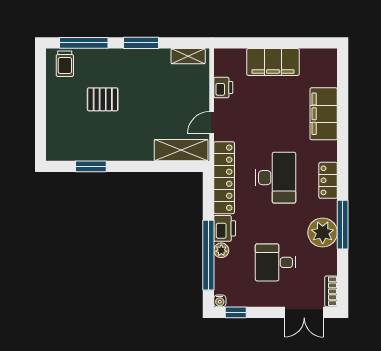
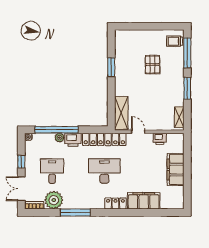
window: (91, 166) -> (111, 67), moved
desk: (276, 178) -> (104, 171), turned 180
locker: (328, 180) -> (115, 203), moved
plant: (323, 233) -> (54, 200), moved
window: (236, 312) -> (21, 162), moved

